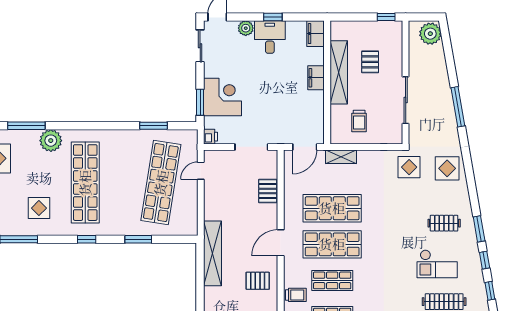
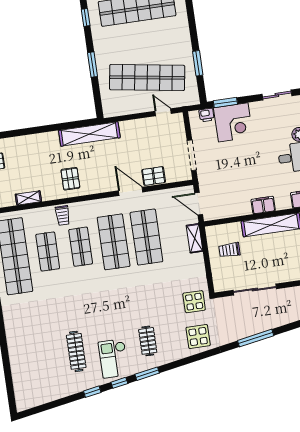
pallet: (370, 62) -> (285, 252), removed
printer: (210, 137) -> (207, 115), moved
door: (281, 243) -> (131, 191), moved
checkout: (437, 264) -> (113, 358), moved

